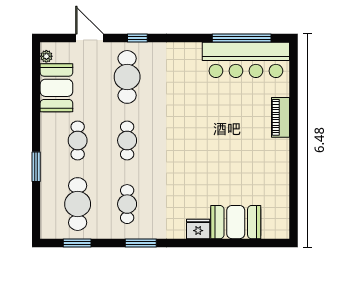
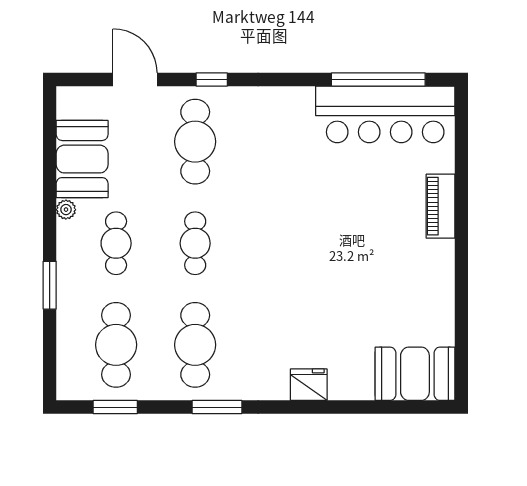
plant: (46, 56) -> (66, 210), moved
cafe table: (127, 204) -> (195, 345), width x1.37, depth x1.35
booth: (236, 222) -> (415, 374), moved

